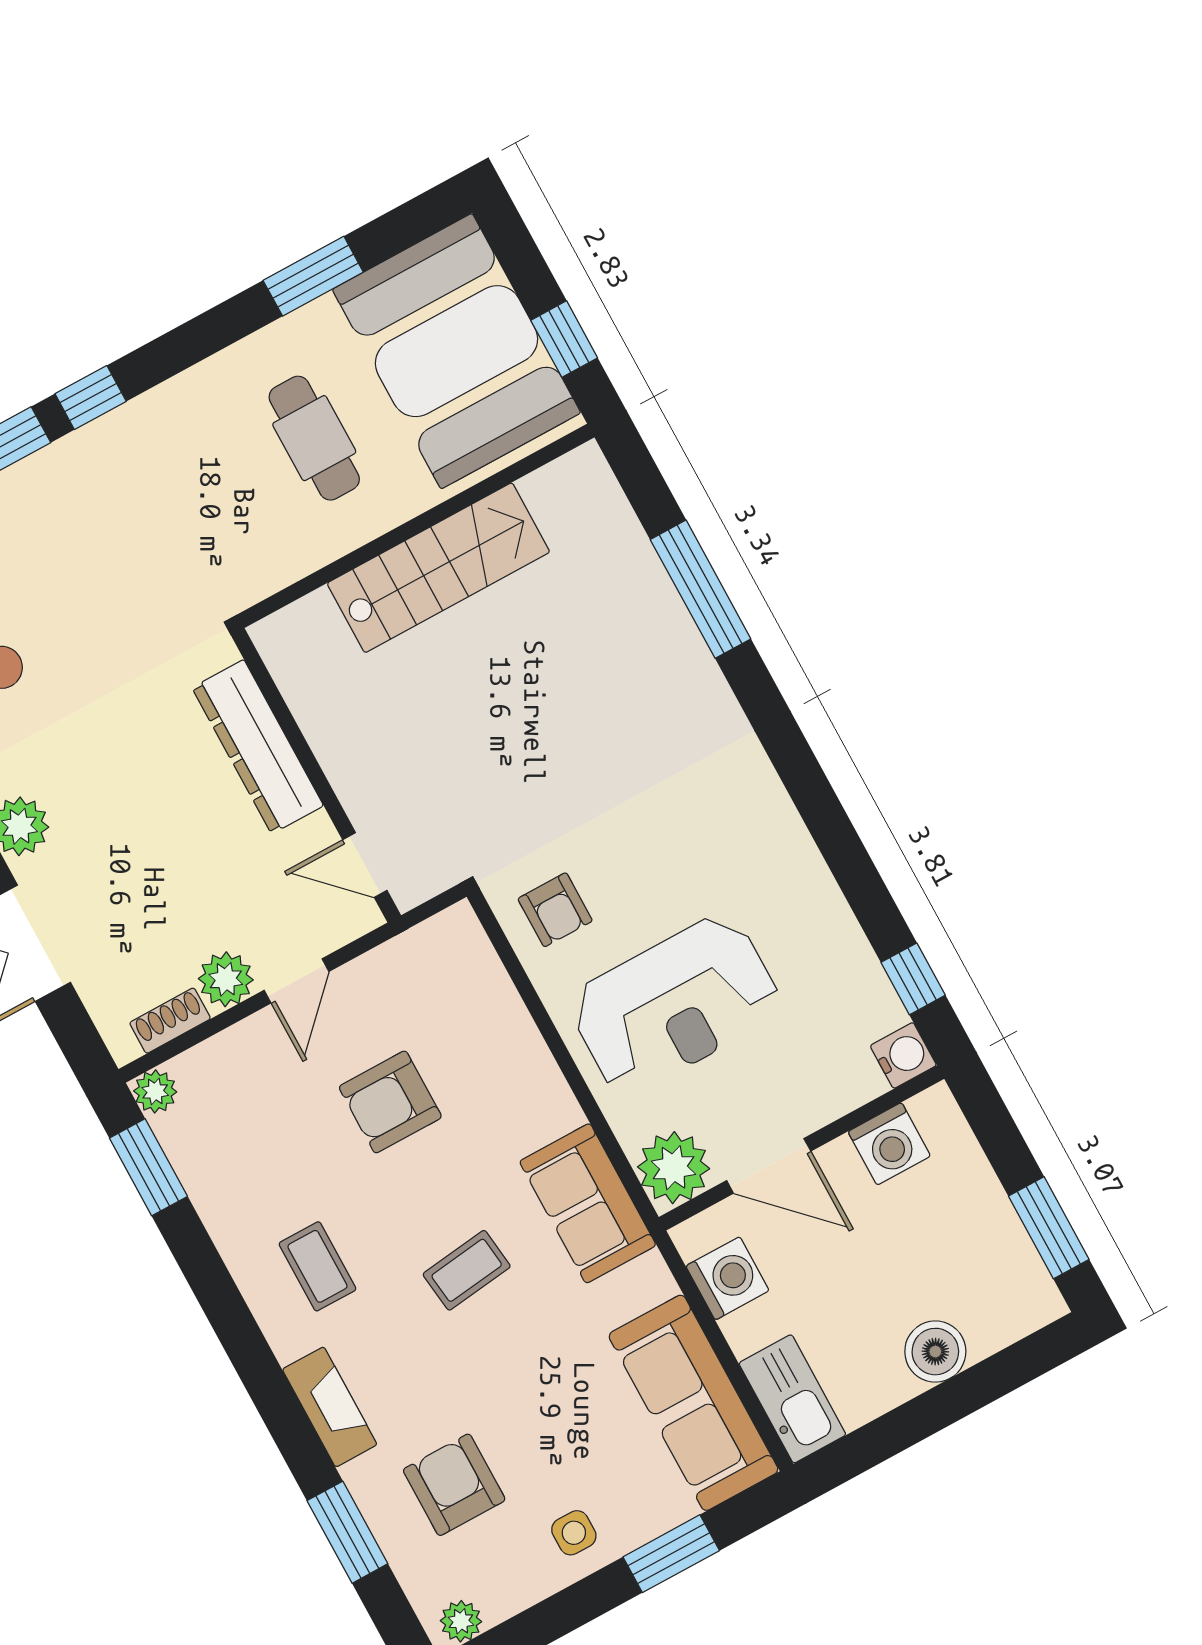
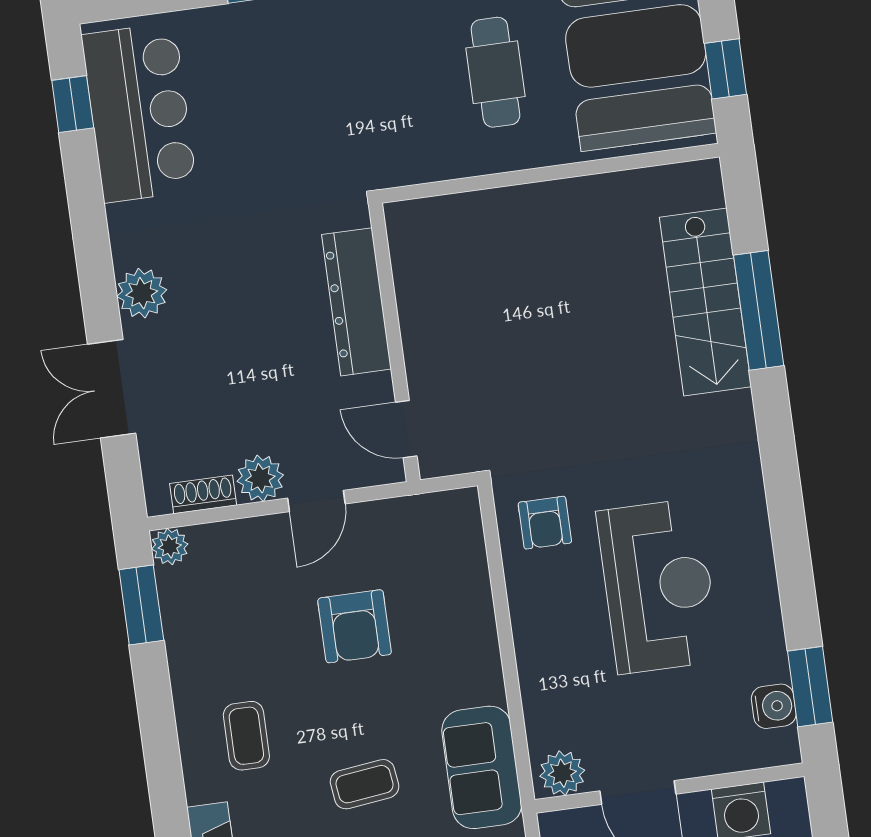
stairs: (438, 568) -> (705, 302), moved, turned 90
window: (913, 979) -> (810, 687), width x1.50
reception desk: (675, 1004) -> (658, 586), moved, turned -90
water cooler: (903, 1055) -> (774, 706), moved
armchair: (390, 1102) -> (355, 626), turned -90
plant: (674, 1168) -> (562, 773), width x0.73, depth x0.73

